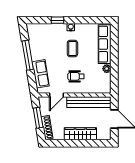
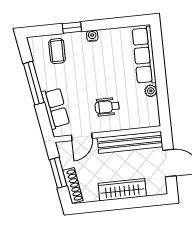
coffee table: (72, 49) -> (57, 51), moved

